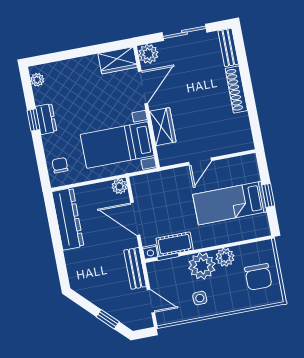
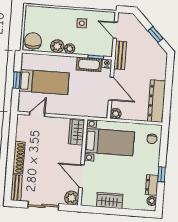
wardrobe: (118, 60) -> (110, 200), moved
door: (143, 87) -> (82, 176), hinge flipped
dresser: (46, 119) -> (152, 185), moved
wardrobe: (163, 127) -> (76, 132), moved
door: (200, 161) -> (37, 114), moved
plant: (202, 266) -> (70, 49), width x0.53, depth x0.53
chair: (258, 277) -> (33, 41), moved
window: (108, 319) -> (156, 35), moved

